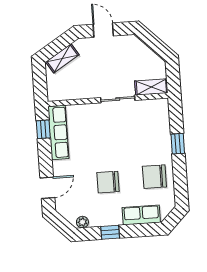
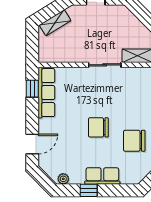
chair: (108, 182) -> (98, 127), moved
row of seats: (141, 215) -> (102, 176), moved

